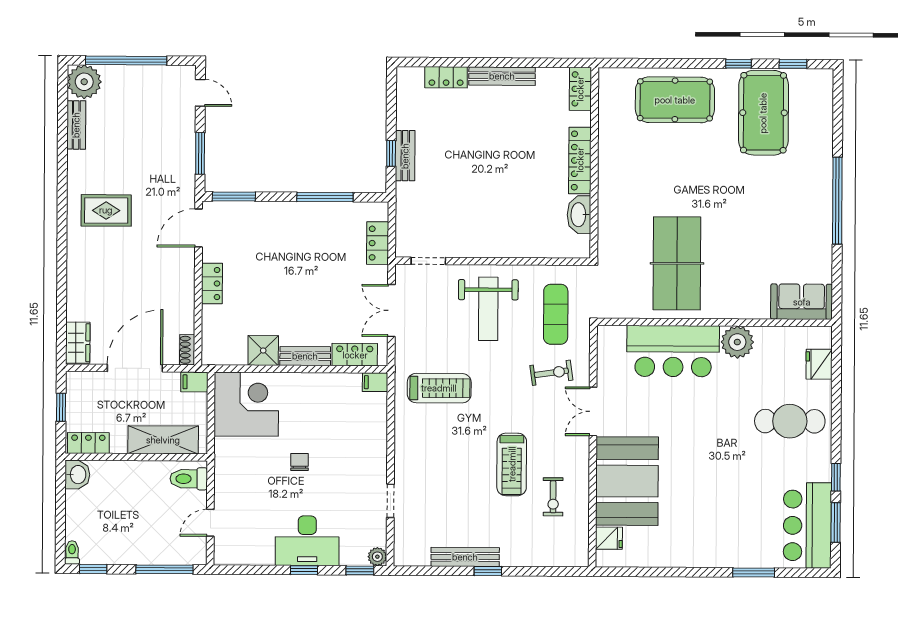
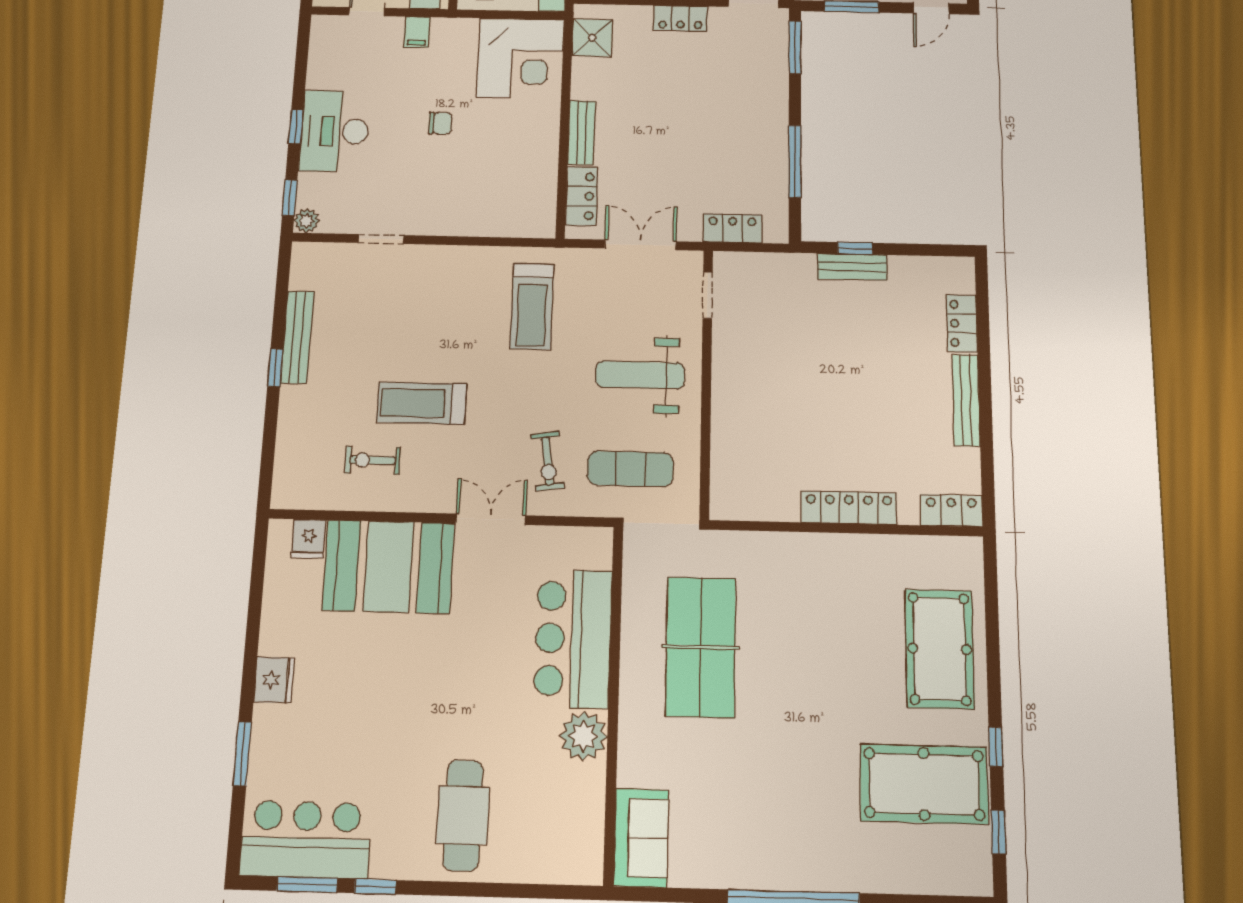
washbasin: (579, 215) -> (772, 505), removed
table tennis table: (677, 263) -> (701, 647), turned 90
shower: (263, 350) -> (592, 38), moved
fridge: (819, 364) -> (274, 680), moved, turned 90
filing cabinet: (375, 382) -> (417, 32), moved, turned 180

